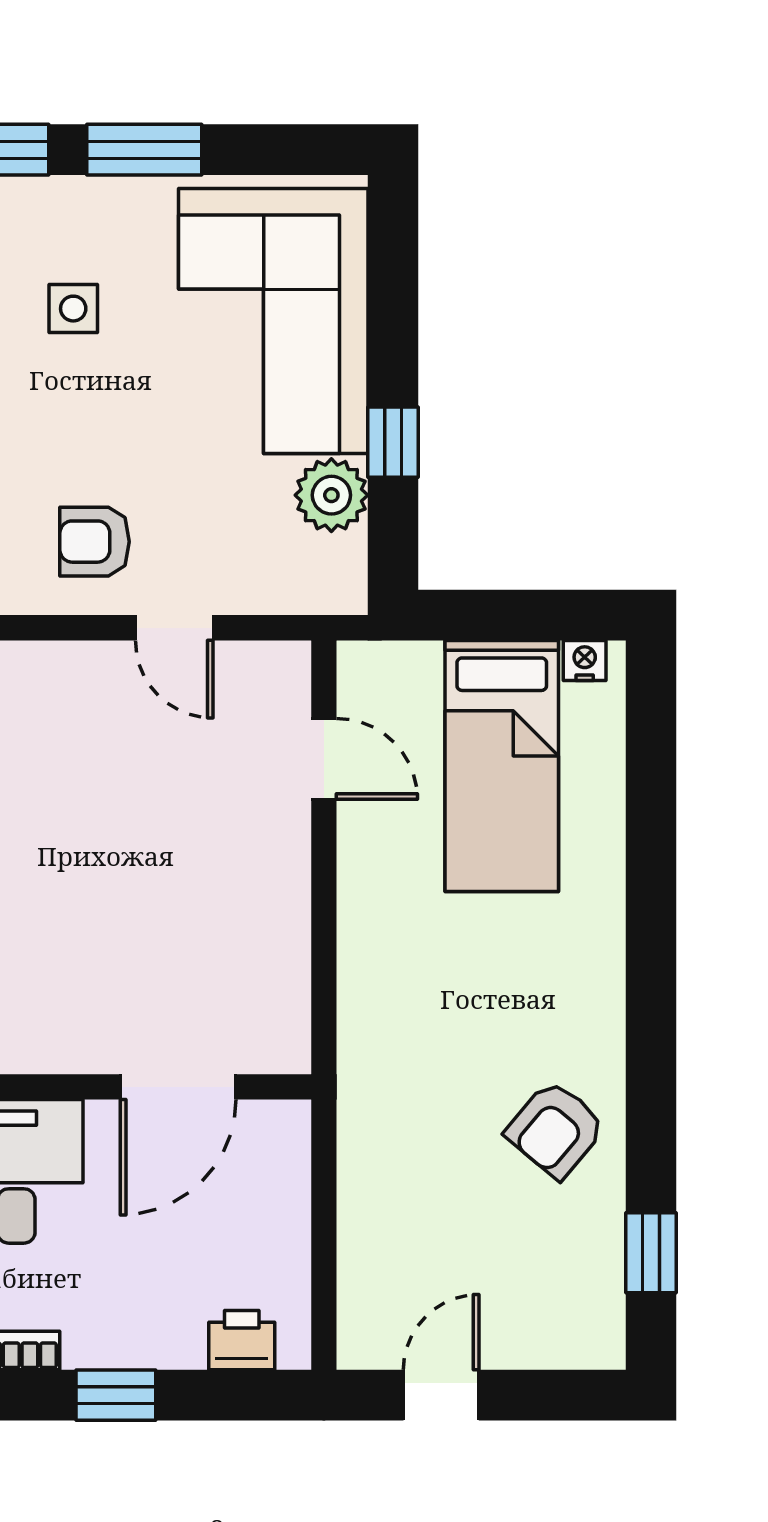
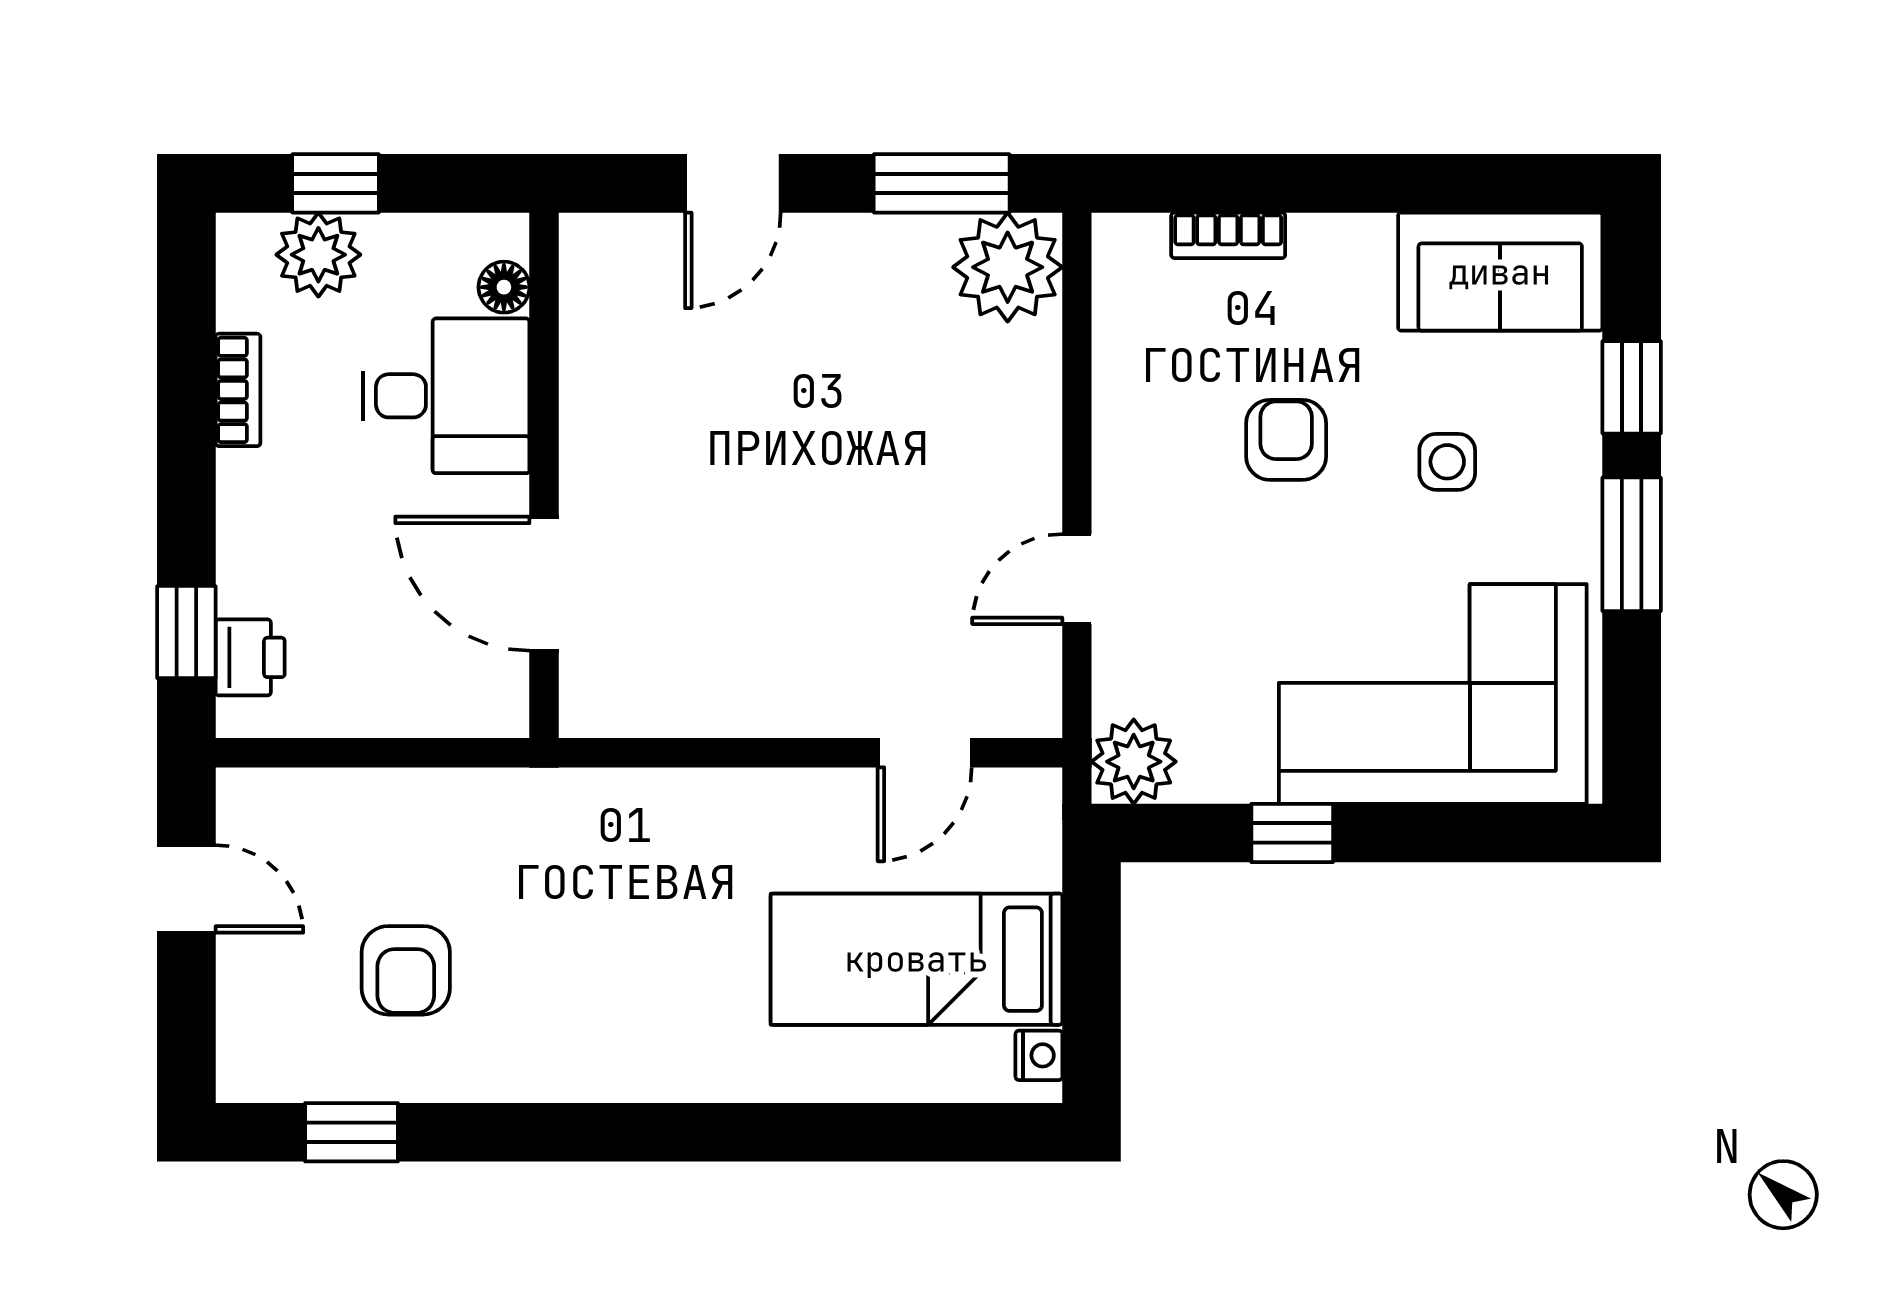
plant: (331, 495) -> (1134, 762), moved
armchair: (95, 542) -> (1286, 440), moved
armchair: (556, 1129) -> (406, 970), moved, turned -130
window: (116, 1395) -> (186, 632), moved

